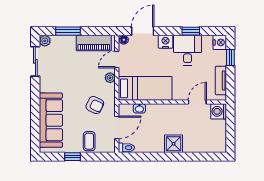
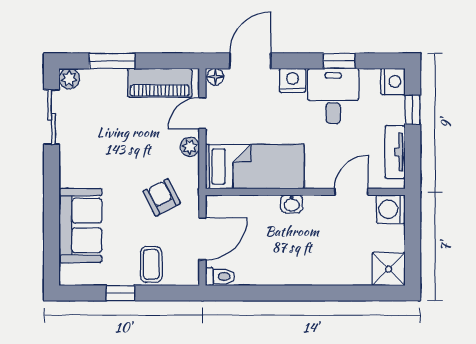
armchair: (95, 105) -> (162, 197), turned -143
washbasin: (139, 108) -> (292, 204), moved
sofa: (51, 120) -> (80, 226), width x0.73
shower: (174, 144) -> (389, 269), moved

